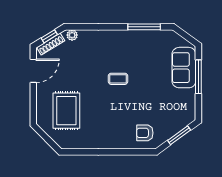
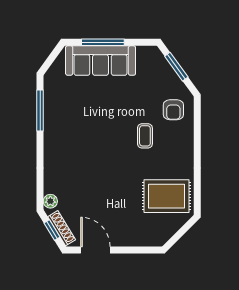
sofa: (184, 68) -> (101, 61), width x1.36
coffee table: (118, 79) -> (145, 136), moved
rug: (66, 111) -> (167, 196), moved

